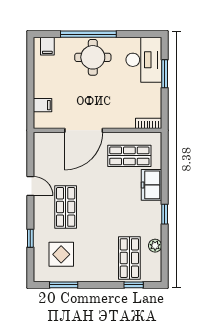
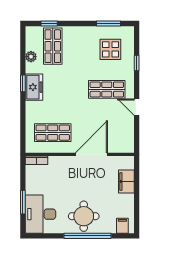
filing cabinet: (43, 105) -> (126, 182), width x2.00
freezer: (151, 185) -> (34, 87), moved
shop shelf: (66, 207) -> (107, 89), turned 90

